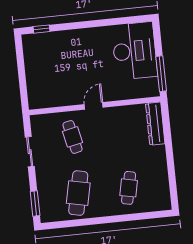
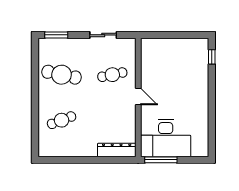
desk: (135, 51) -> (166, 138), moved
cafe table: (129, 188) -> (62, 120), turned -33

